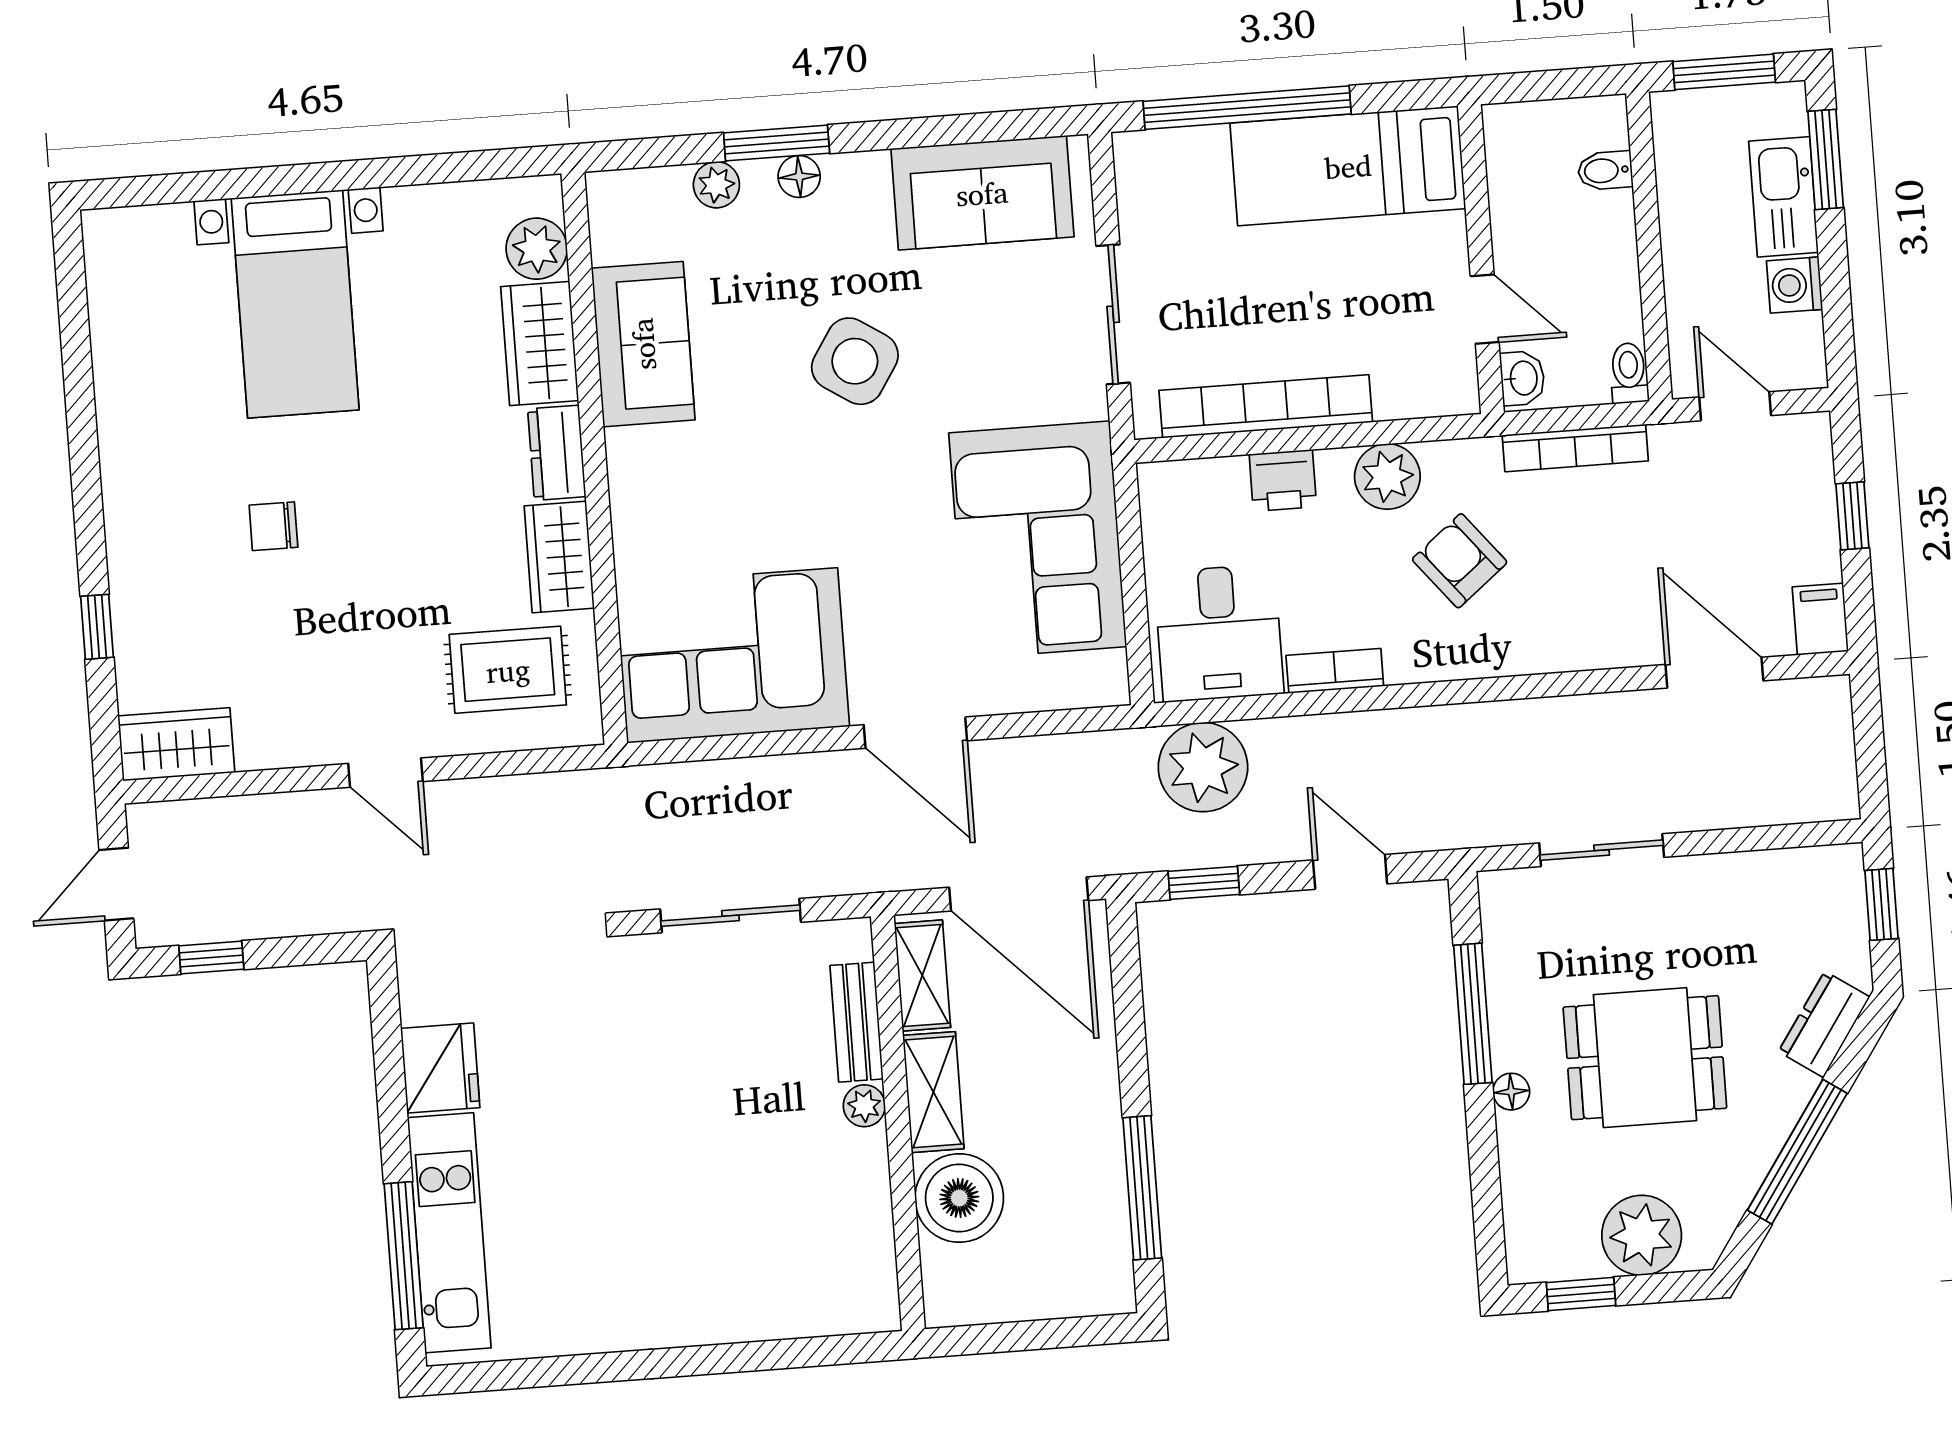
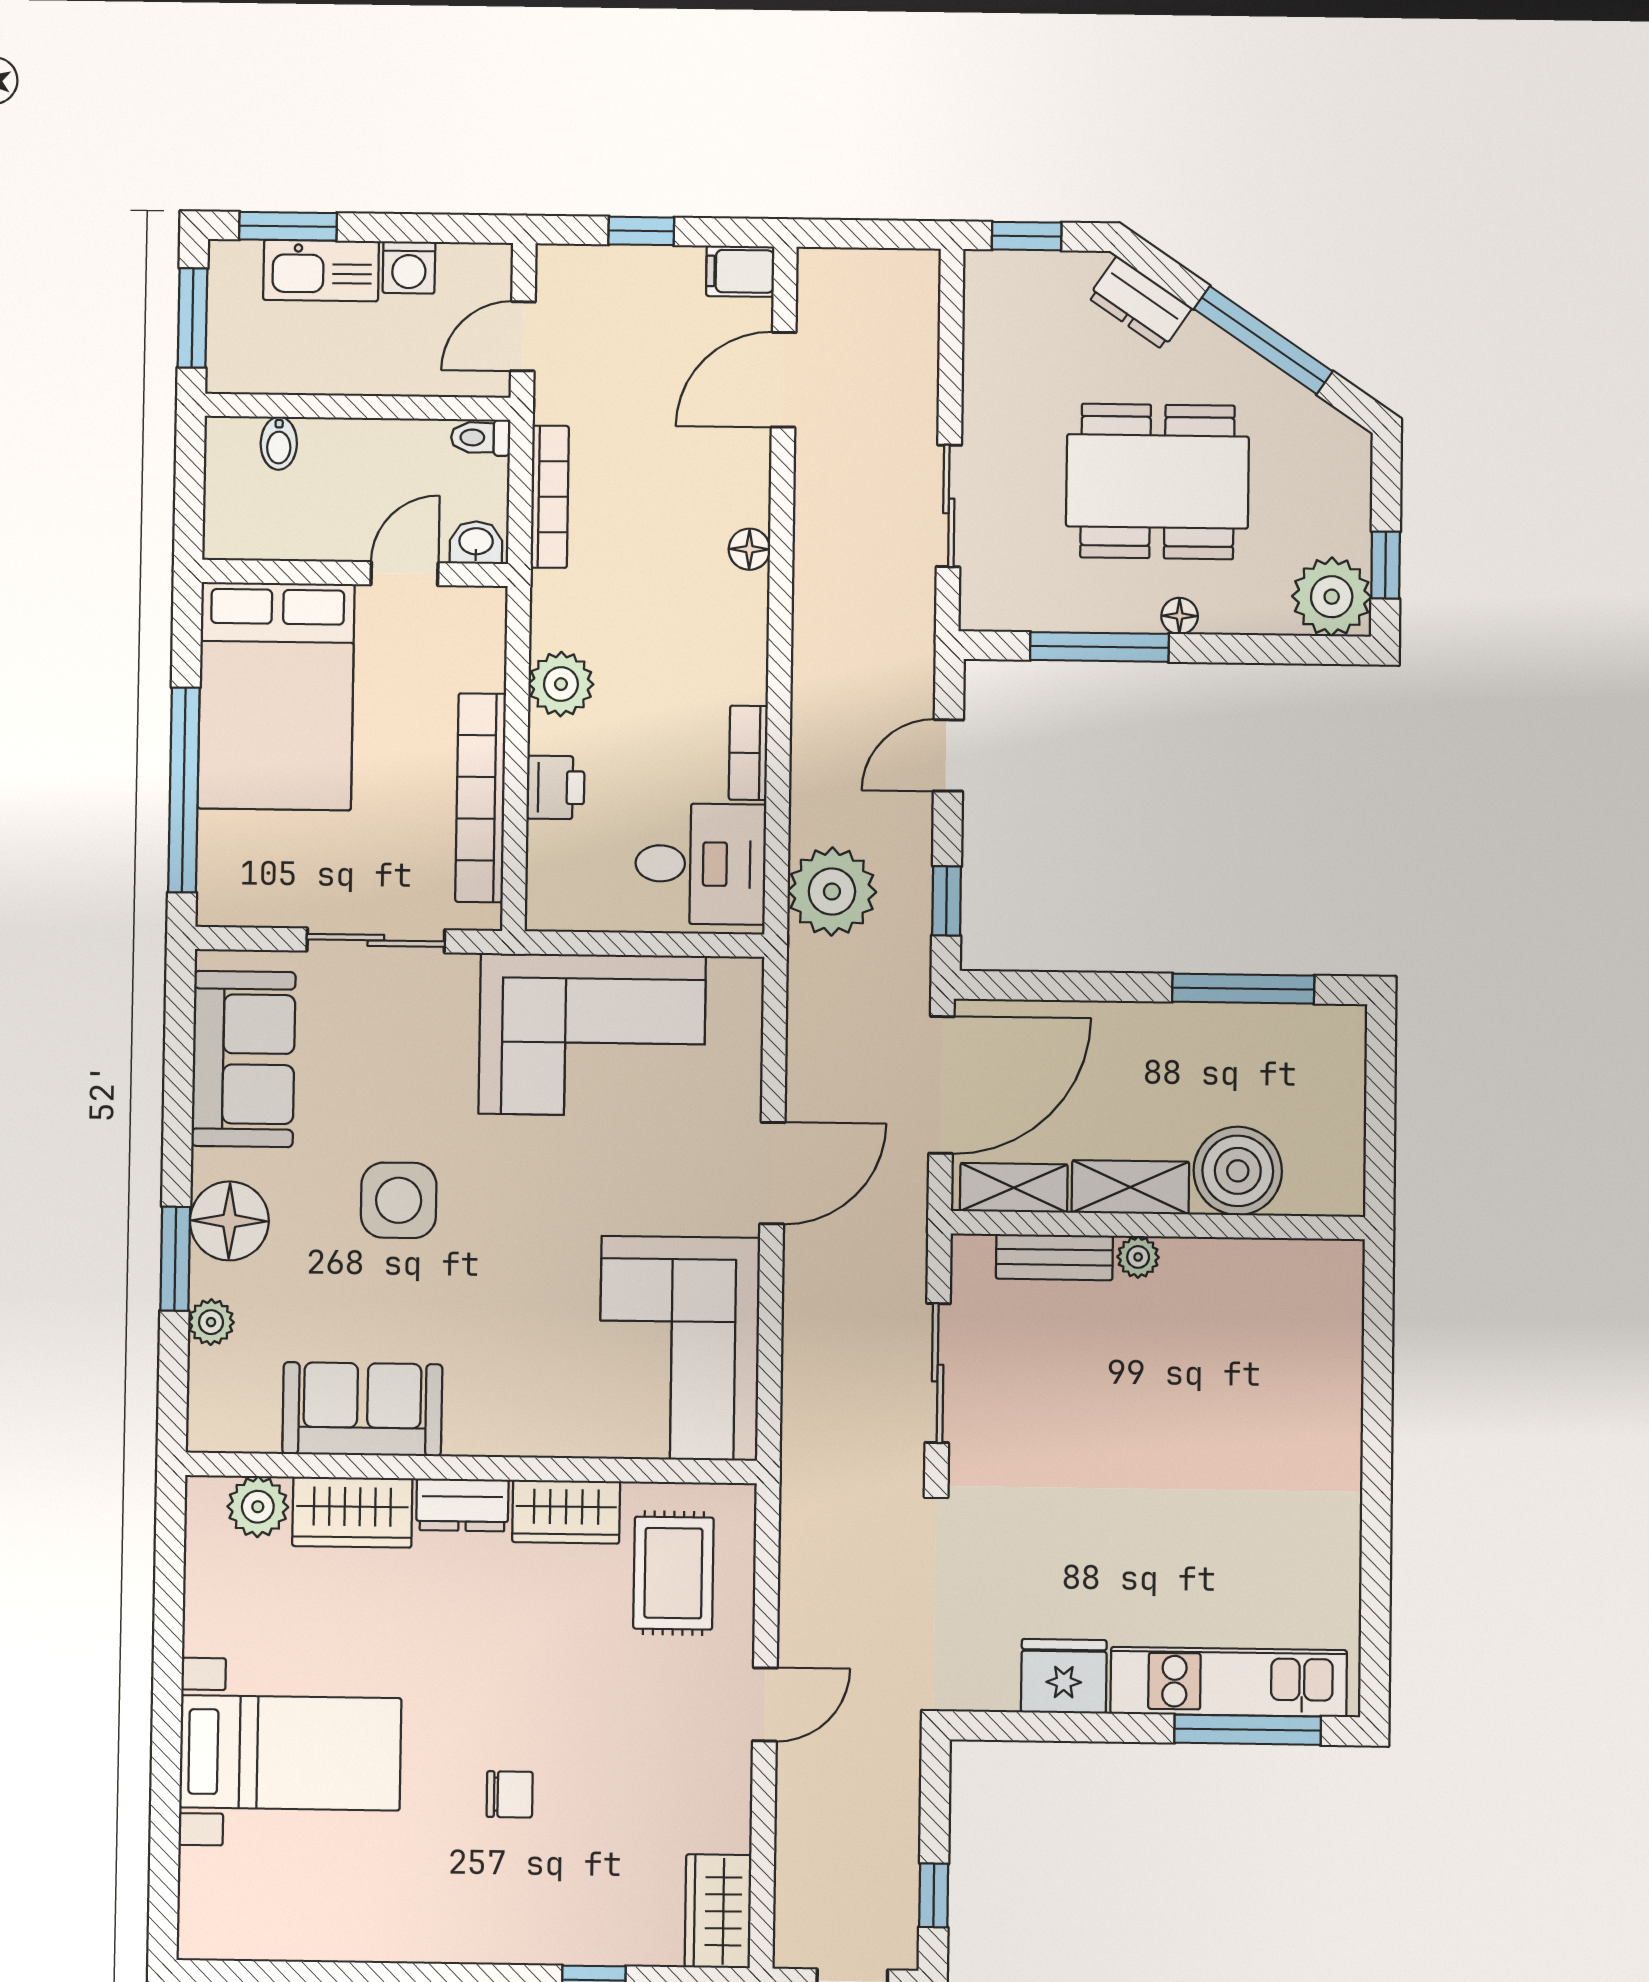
bed: (1348, 166) -> (276, 696), width x1.50
floor lamp: (799, 177) -> (229, 1221), width x1.89, depth x1.89
side table: (855, 361) -> (399, 1200), turned -33
chair: (273, 526) -> (510, 1794), turned -90
armchair: (1460, 561) -> (651, 620), removed
floor lamp: (1540, 654) -> (749, 549), added
dining table: (1645, 1058) -> (1157, 481), width x1.38
plant: (1642, 1235) -> (1332, 597), moved

